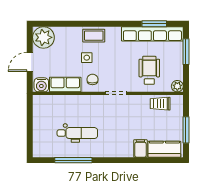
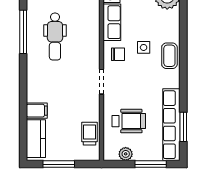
plant: (177, 86) -> (126, 154), moved

